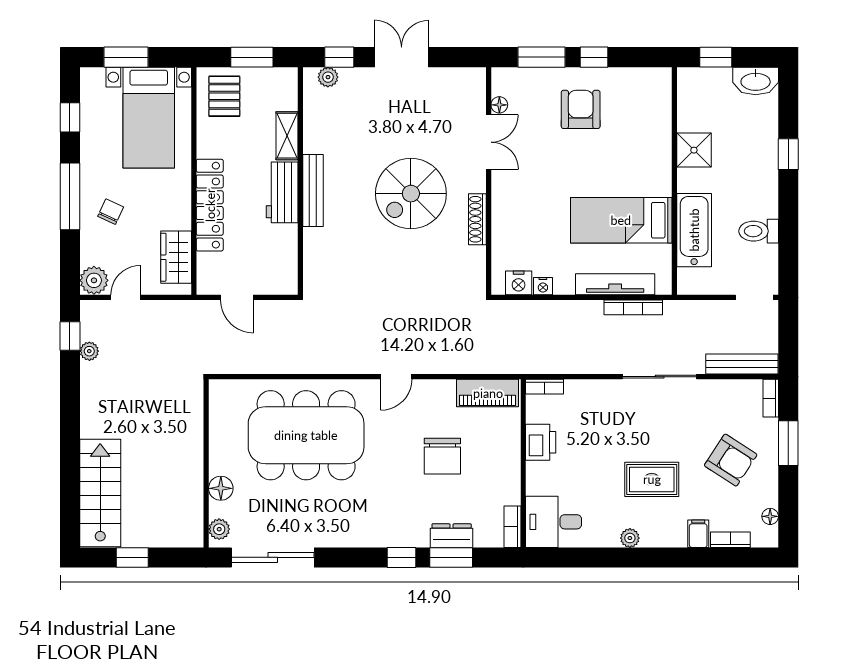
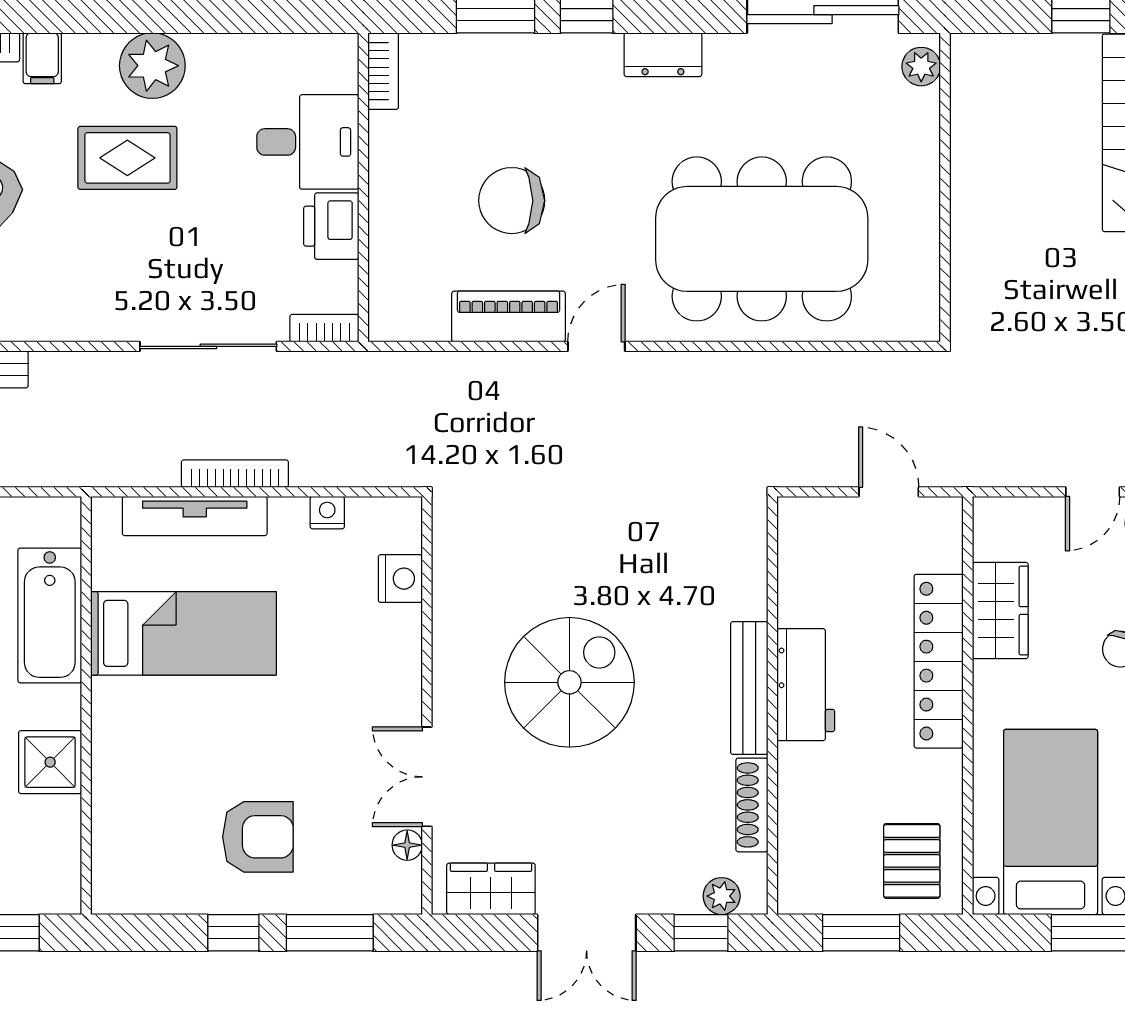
wardrobe: (454, 81) -> (491, 889), added
armchair: (581, 109) -> (258, 837), turned -90
shelving: (287, 136) -> (797, 789), removed
shoe rack: (477, 219) -> (752, 805), moved, turned 180
wardrobe: (176, 257) -> (1000, 611), moved
nightstand: (519, 283) -> (400, 579), moved, turned 90
bookcase: (633, 307) -> (235, 474), moved
sliding door: (660, 377) -> (208, 346), moved
piano: (488, 393) -> (509, 316), moved
chair: (442, 456) -> (512, 201), turned -90
floor lamp: (221, 488) -> (918, 142), removed
desk: (554, 522) -> (308, 142), moved
dresser: (452, 536) -> (663, 55), moved
plant: (630, 538) -> (152, 66), width x1.87, depth x1.87

